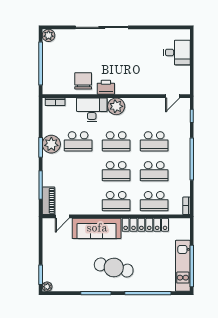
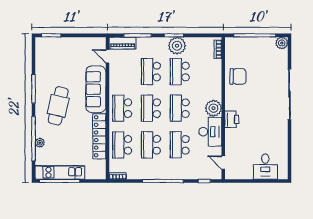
printer: (106, 87) -> (232, 119), moved
desk: (92, 110) -> (210, 132), moved
school desk: (78, 171) -> (151, 72), added
plant: (47, 287) -> (40, 143), moved

